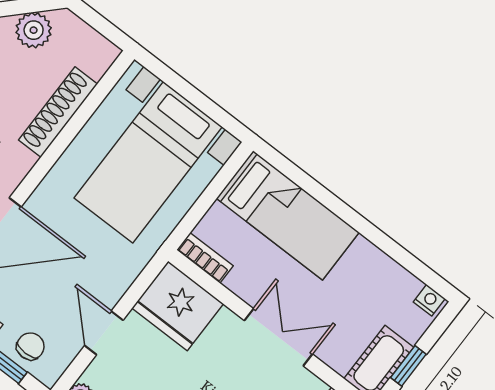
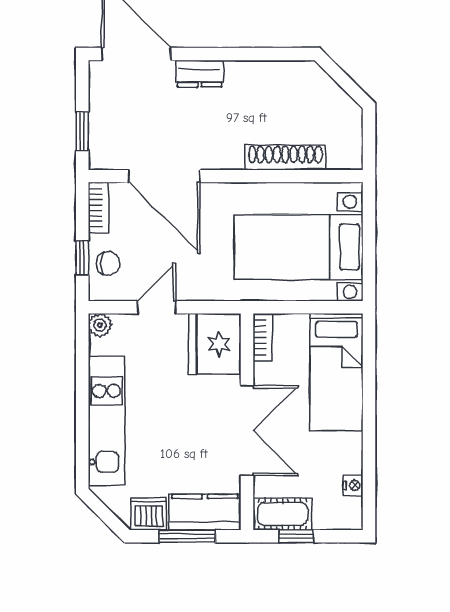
plant: (34, 30) -> (329, 97), removed
nightstand: (429, 300) -> (353, 485), moved
double door: (278, 337) -> (247, 431), width x1.37

